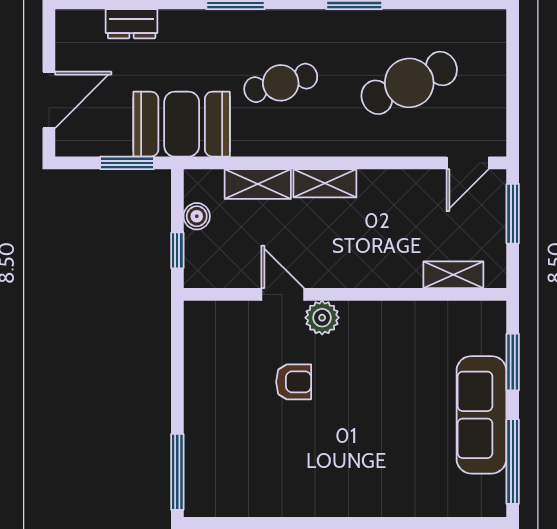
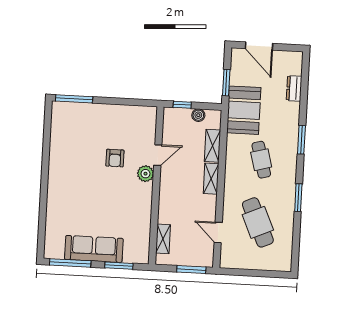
door: (468, 163) -> (218, 232), moved

